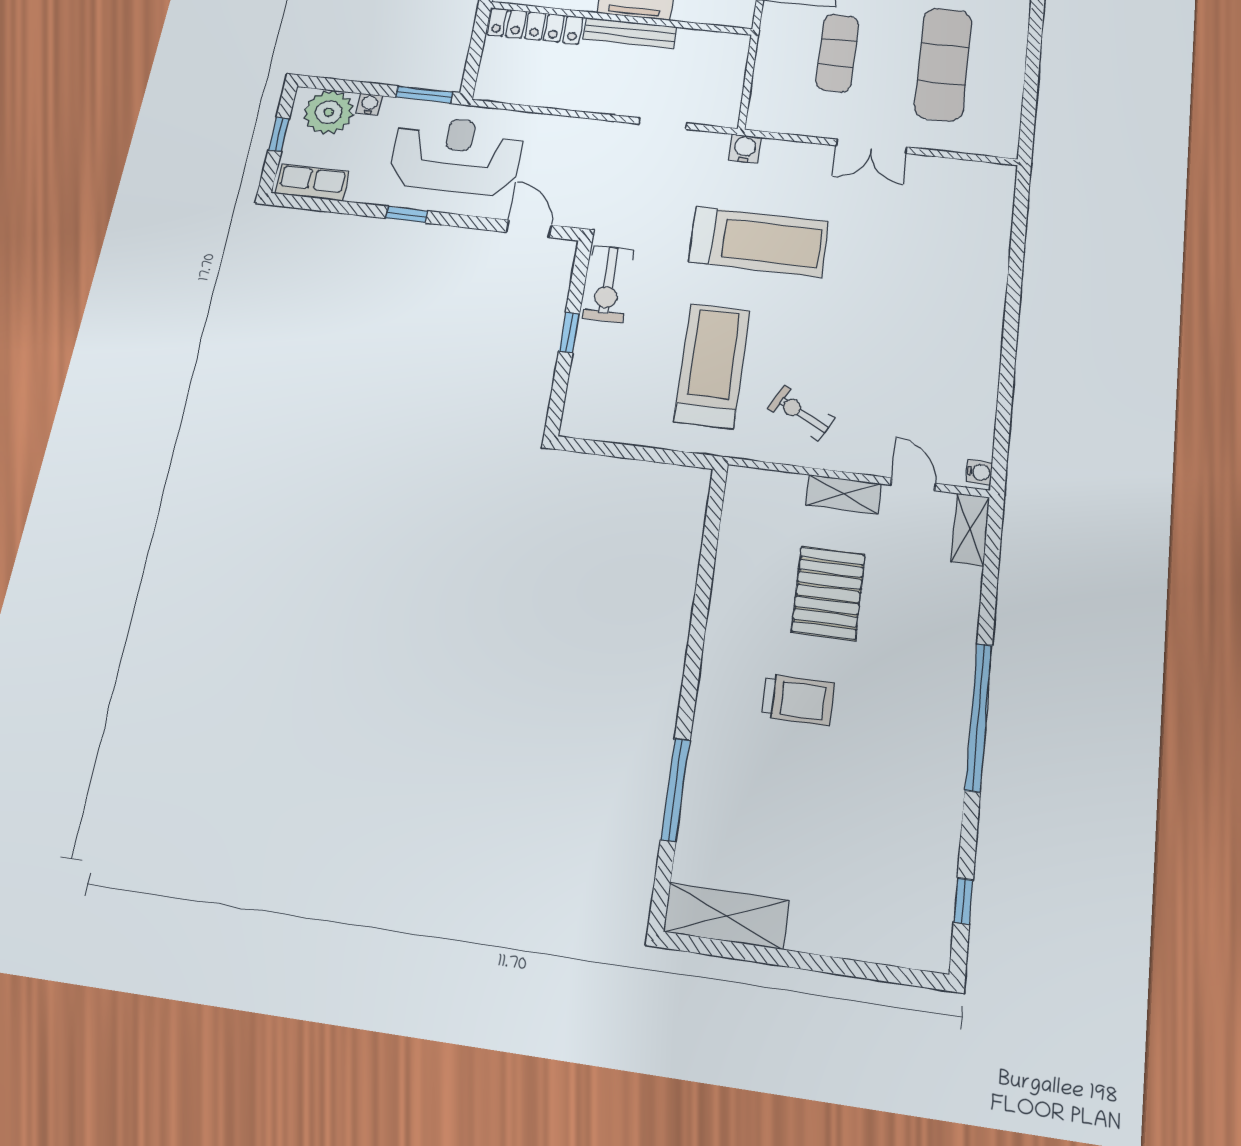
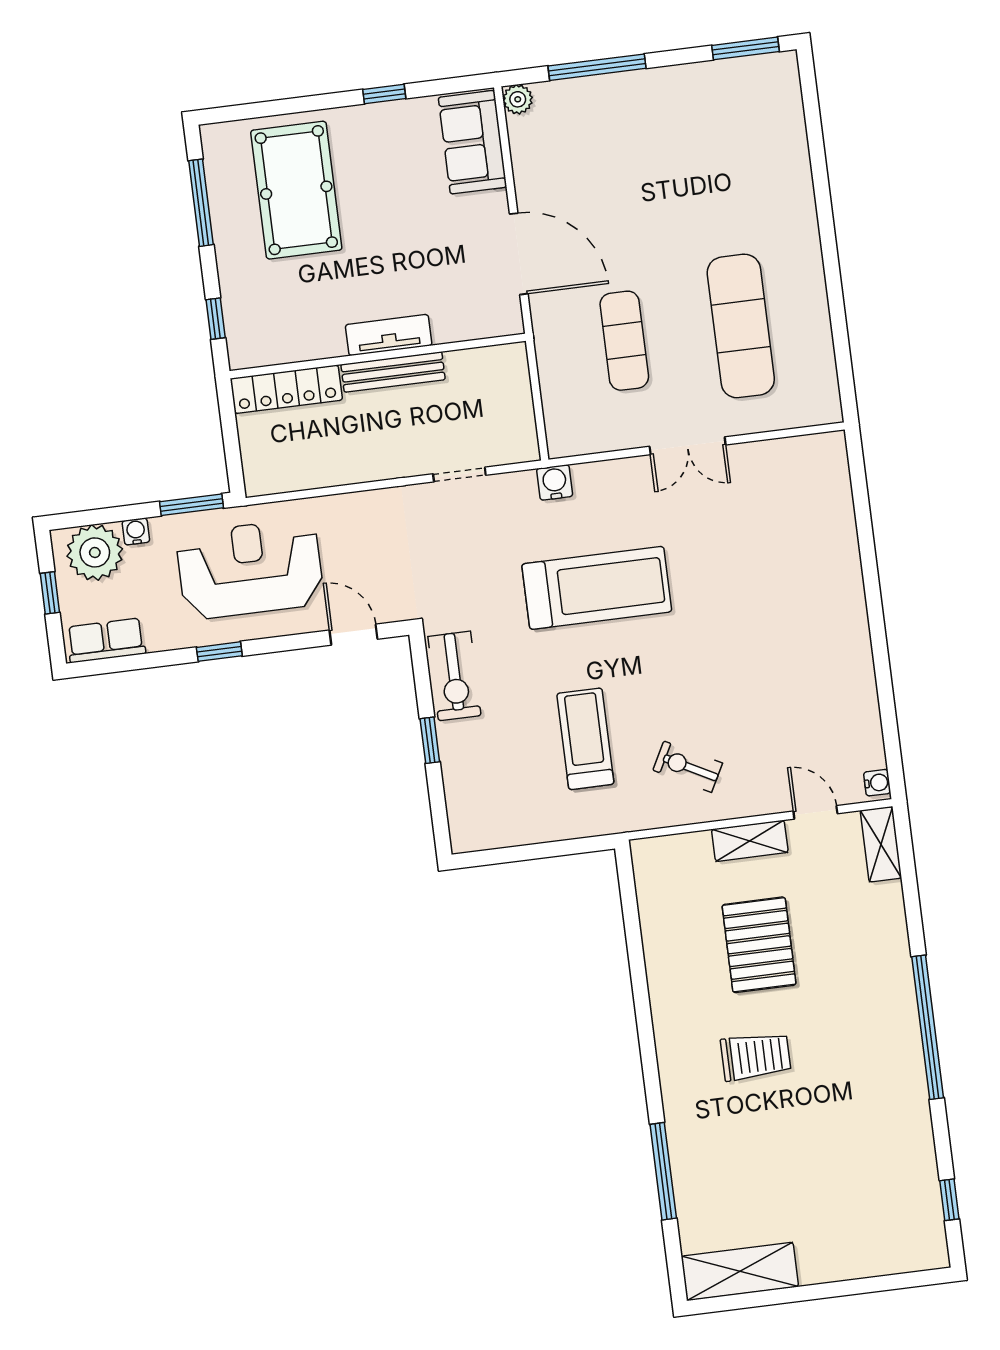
treadmill: (712, 366) -> (585, 739), width x0.73, depth x0.73

